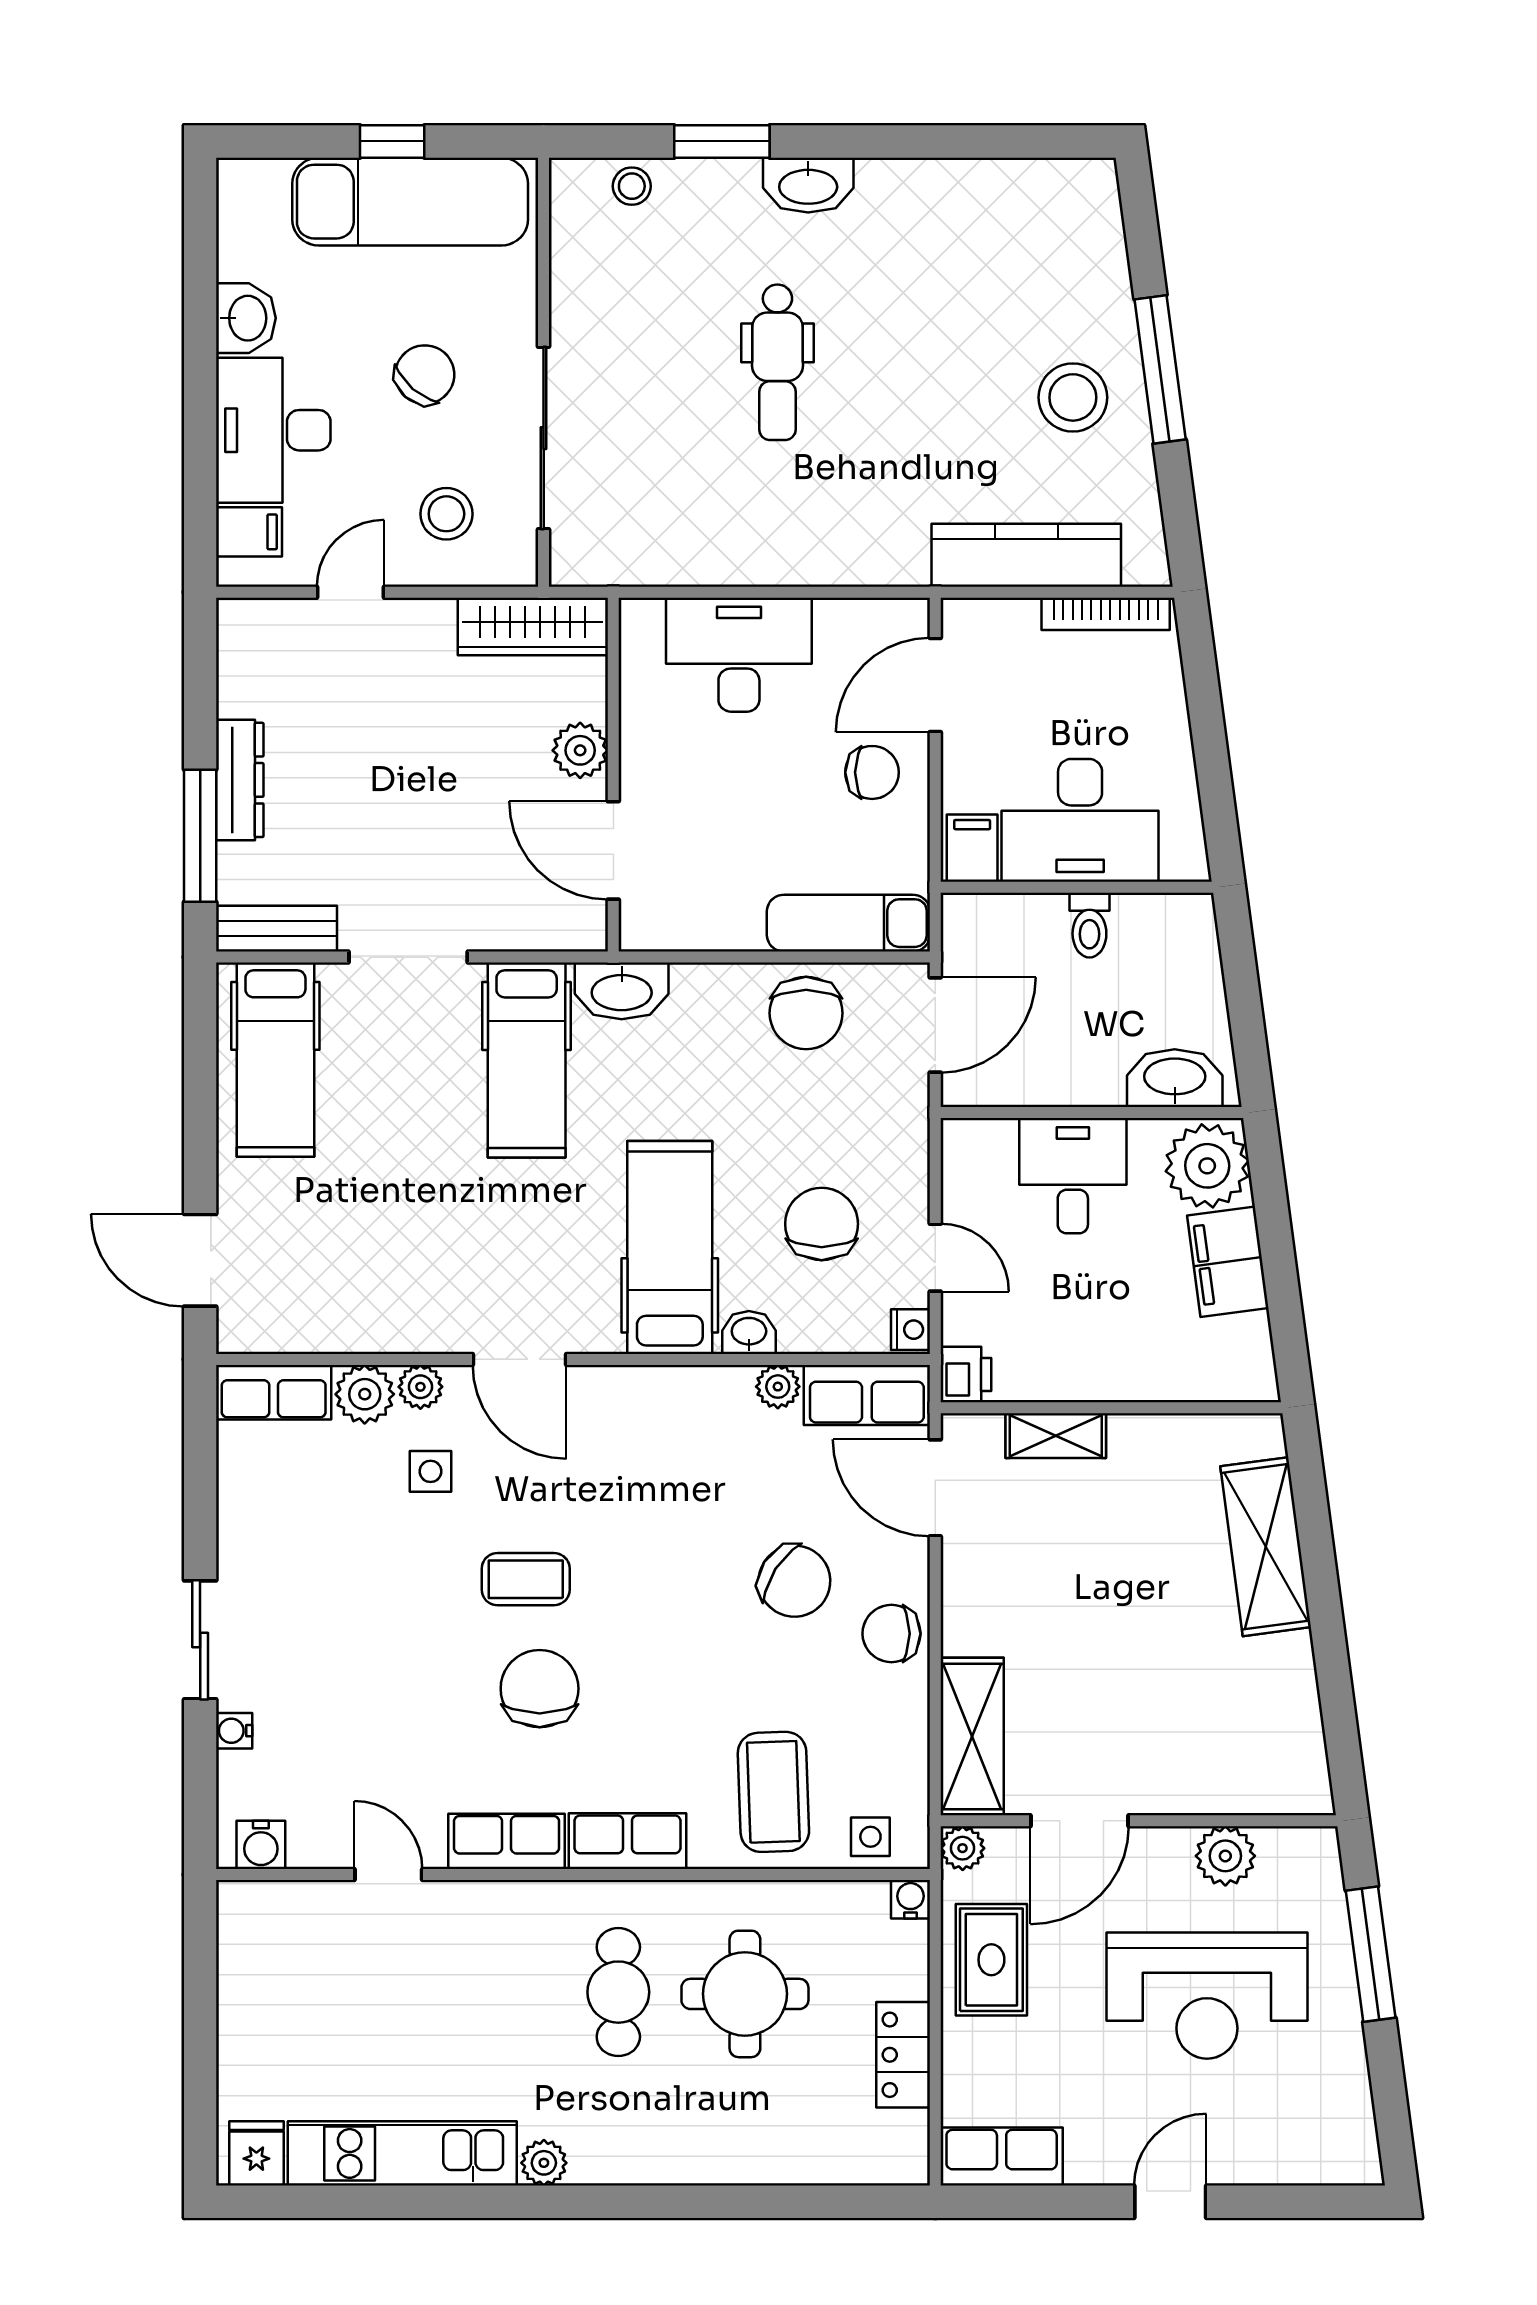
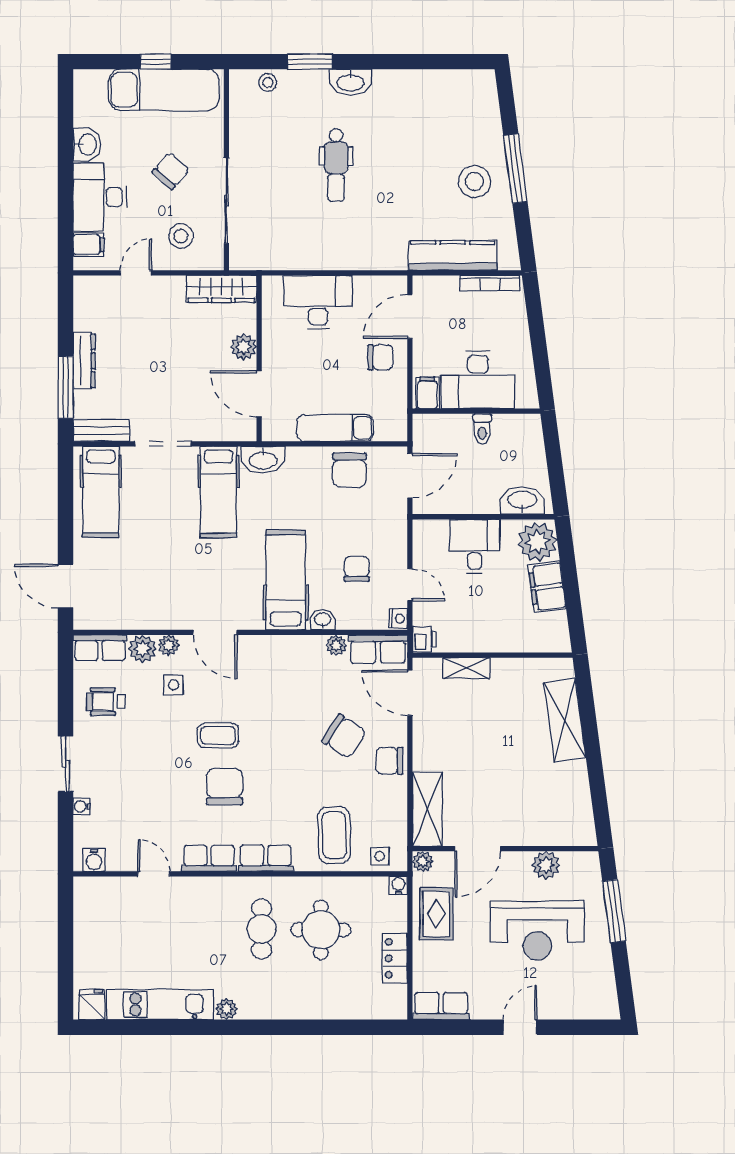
exam couch: (848, 923) -> (335, 428), moved
chair: (822, 1224) -> (357, 569), width x0.73, depth x0.73
wheelchair: (286, 1507) -> (106, 702), added

